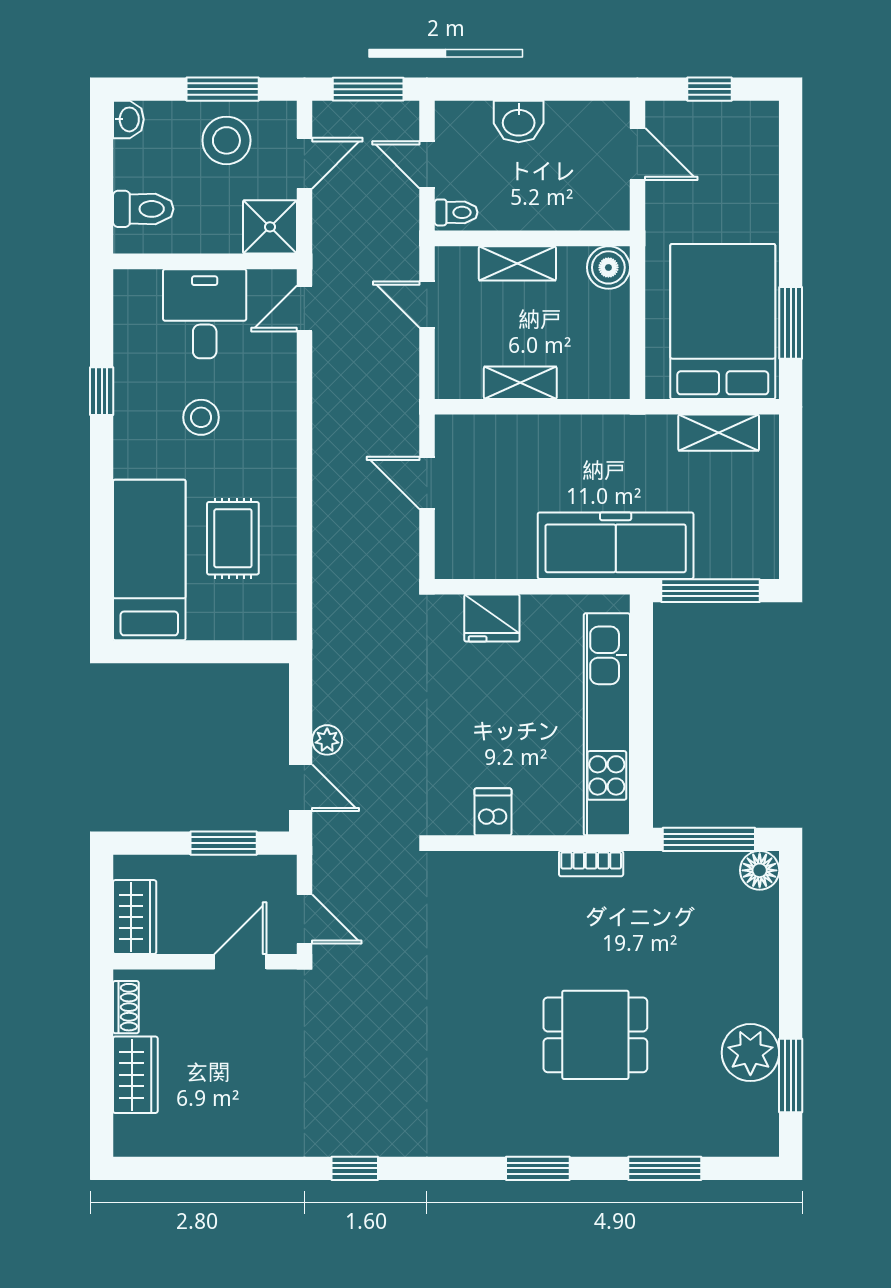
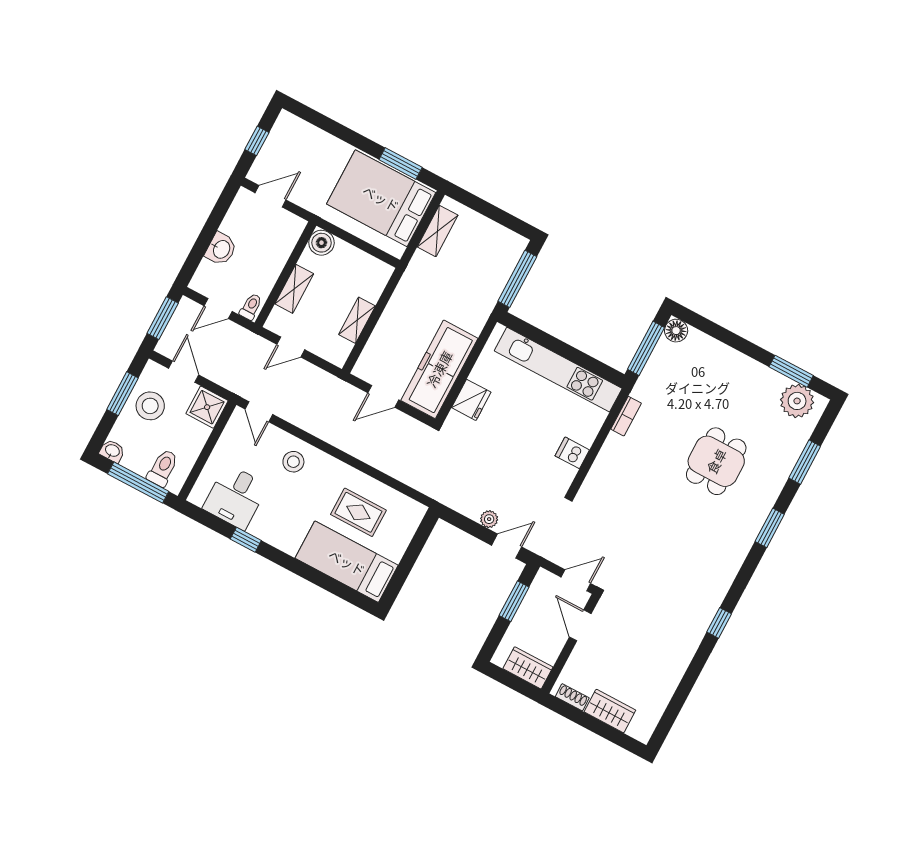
window: (102, 184) -> (138, 483), added
desk: (205, 314) -> (235, 497), moved, turned -90
stool: (201, 417) -> (293, 462), moved
freezer: (616, 546) -> (439, 369), moved
plant: (750, 1053) -> (797, 401), moved

